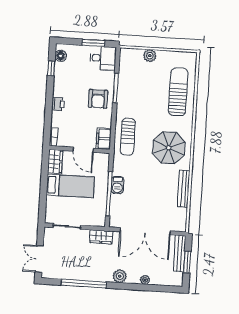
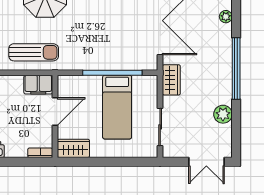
barbecue: (117, 185) -> (100, 62), removed
bed: (70, 186) -> (117, 107), moved, turned 180
plant: (120, 276) -> (223, 114), moved
window: (84, 284) -> (236, 69), moved

